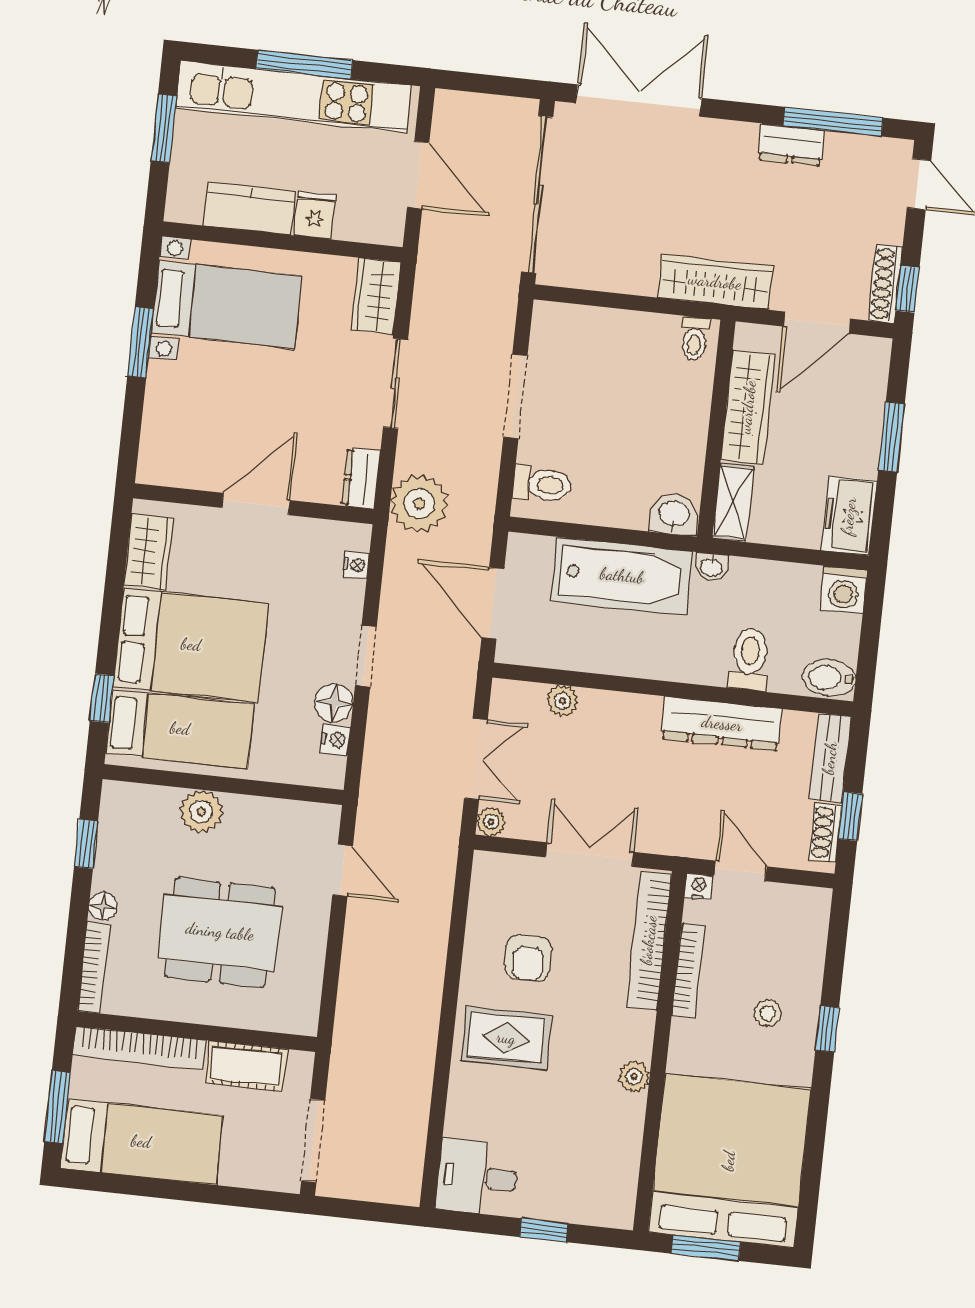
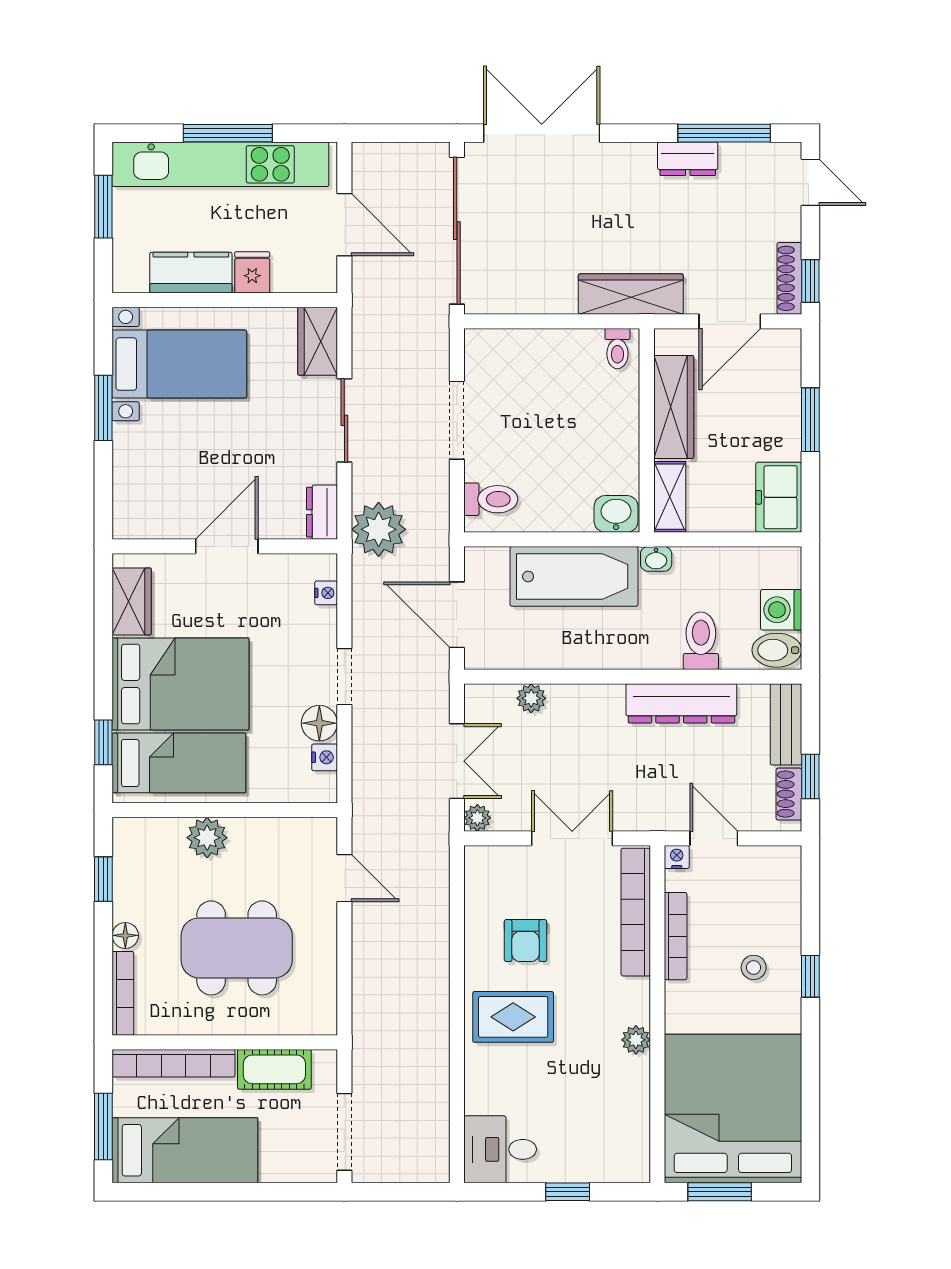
washing machine: (843, 590) -> (781, 610), moved, turned 90

